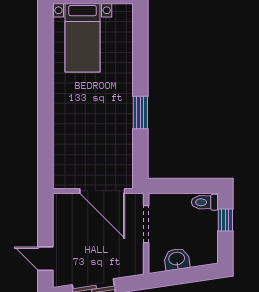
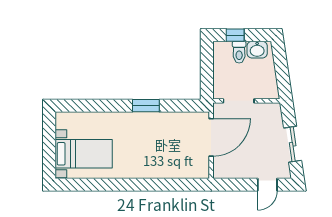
toilet: (205, 202) -> (239, 52), moved
washbasin: (177, 259) -> (257, 50), moved, turned -82

